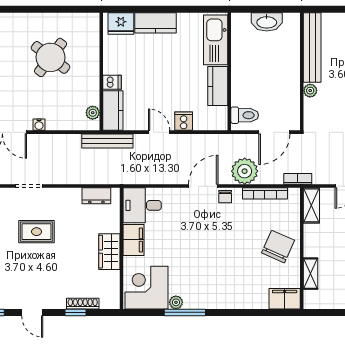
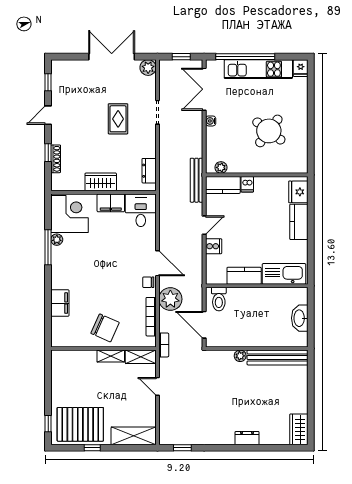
shelving: (310, 274) -> (111, 356), moved
filing cabinet: (285, 299) -> (60, 303), moved

